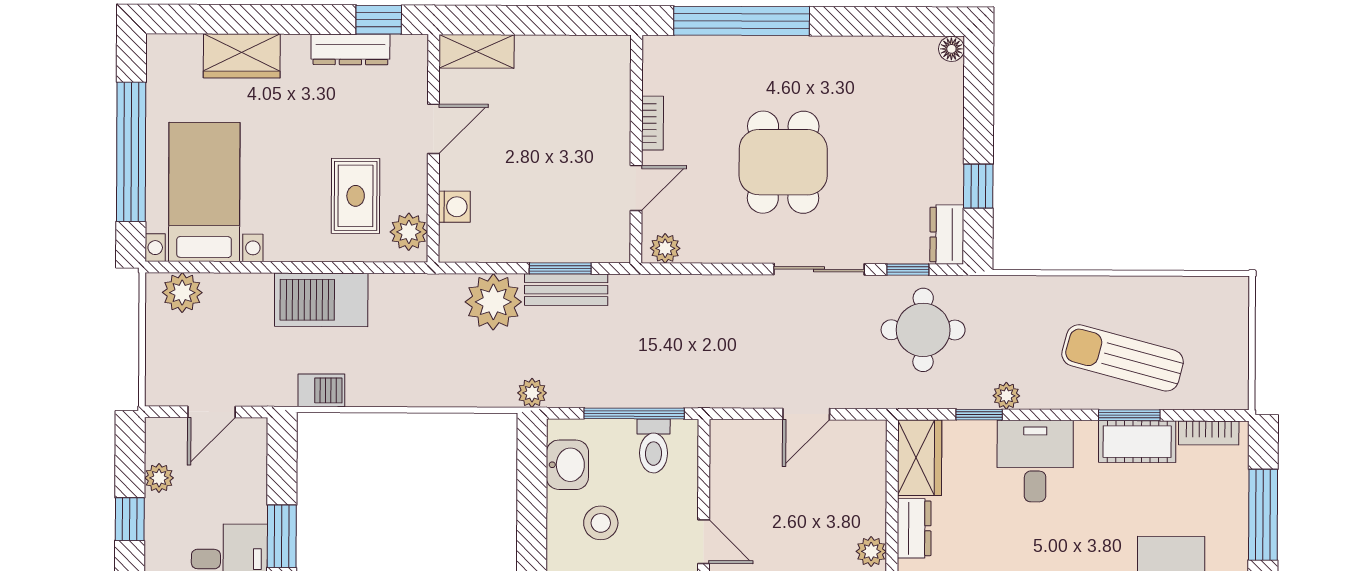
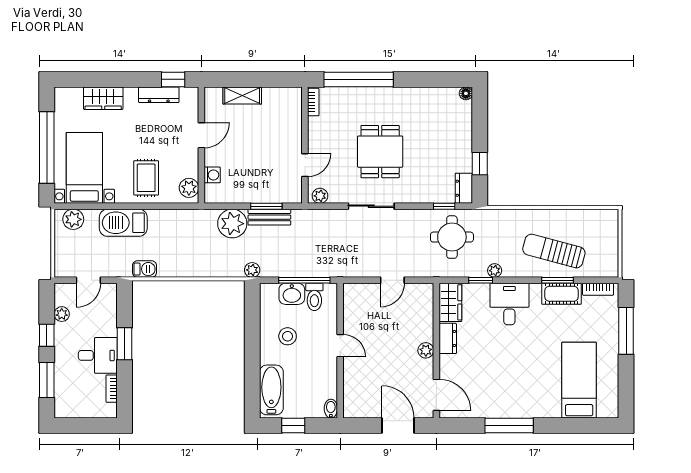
shelving: (477, 51) -> (242, 95), moved
bookcase: (652, 123) -> (313, 102), moved
rug: (356, 196) -> (146, 178), moved
sliding door: (819, 269) -> (371, 206), moved
barbecue: (321, 300) -> (123, 223), moved
washbasin: (567, 465) -> (292, 294), moved, turned 90

